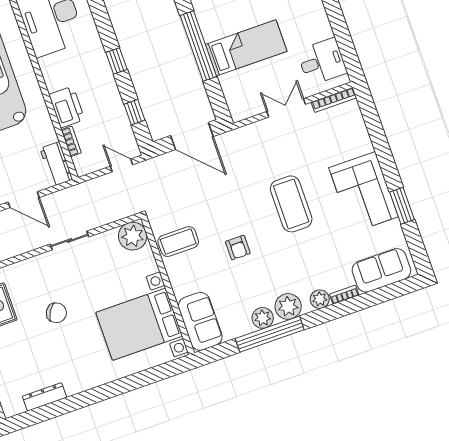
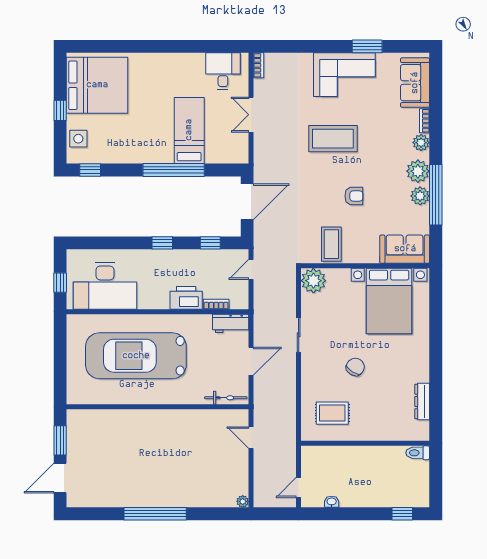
bookcase: (334, 100) -> (258, 65), width x0.64

